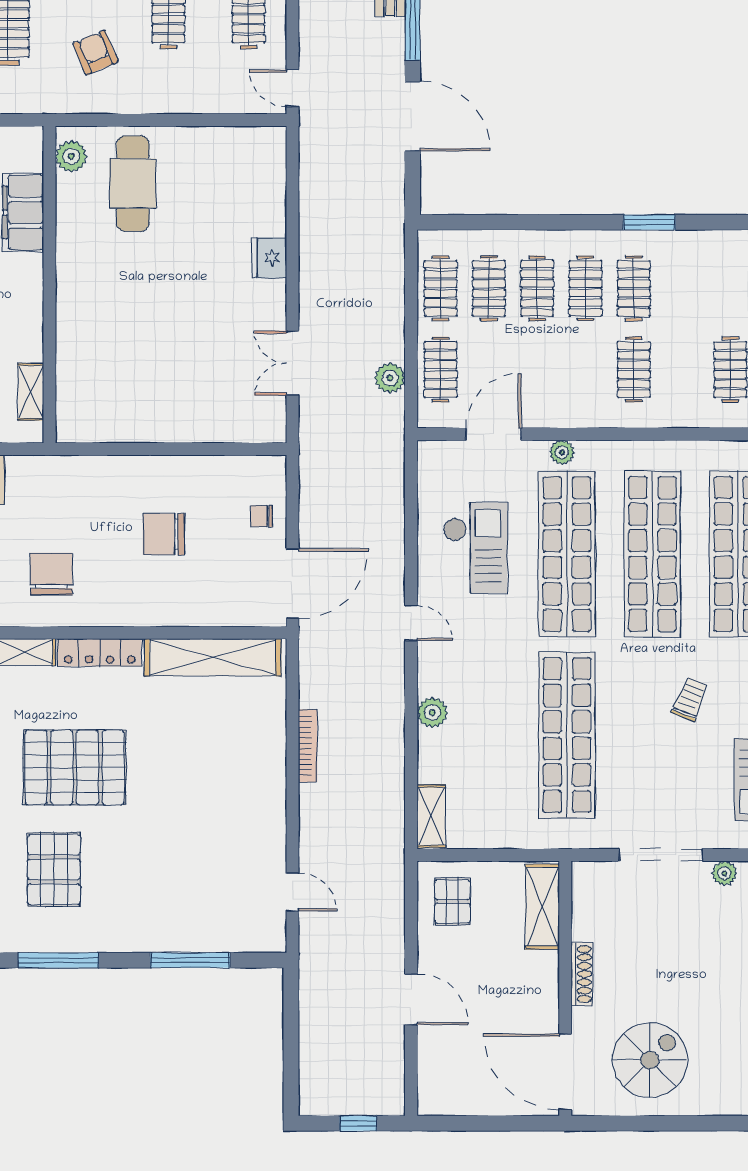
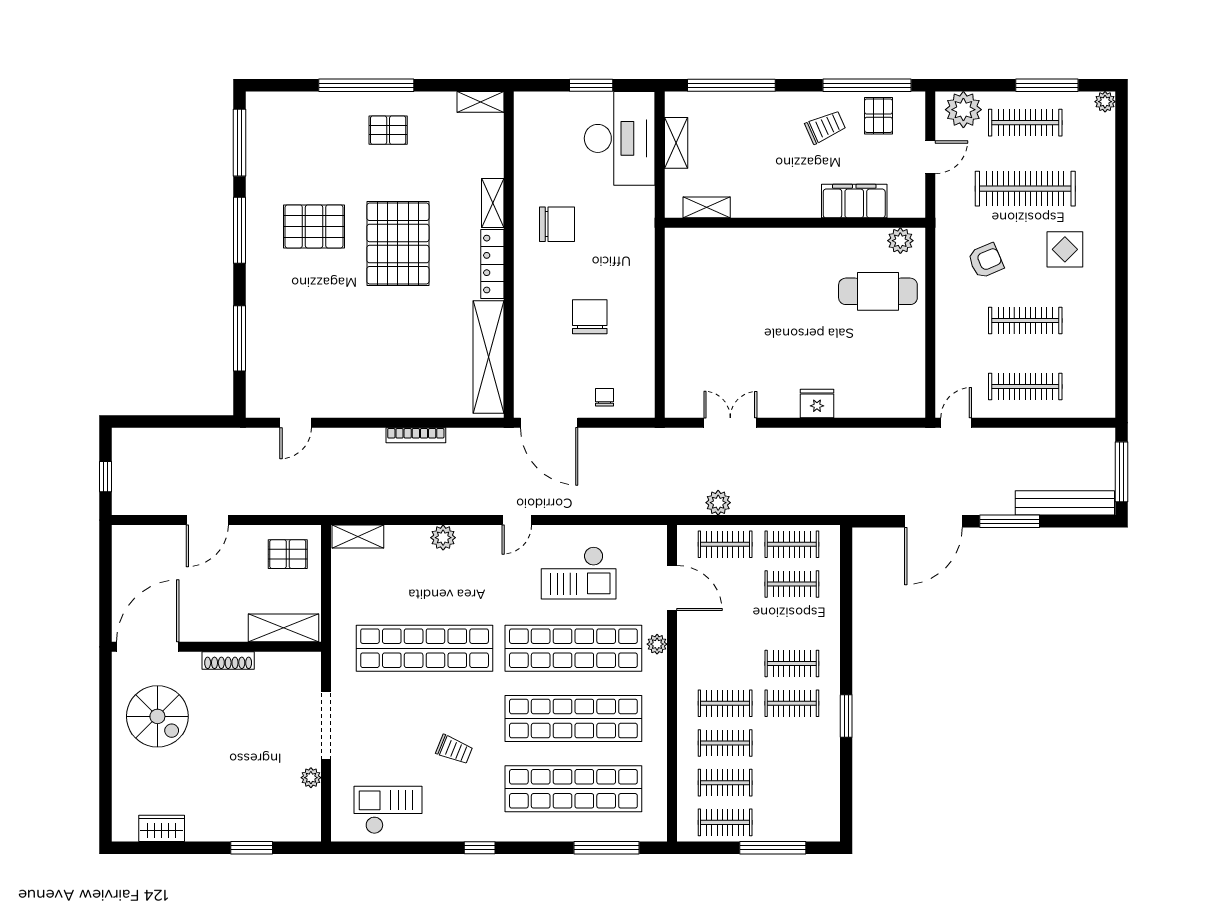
clothes rail: (537, 288) -> (725, 743), moved

